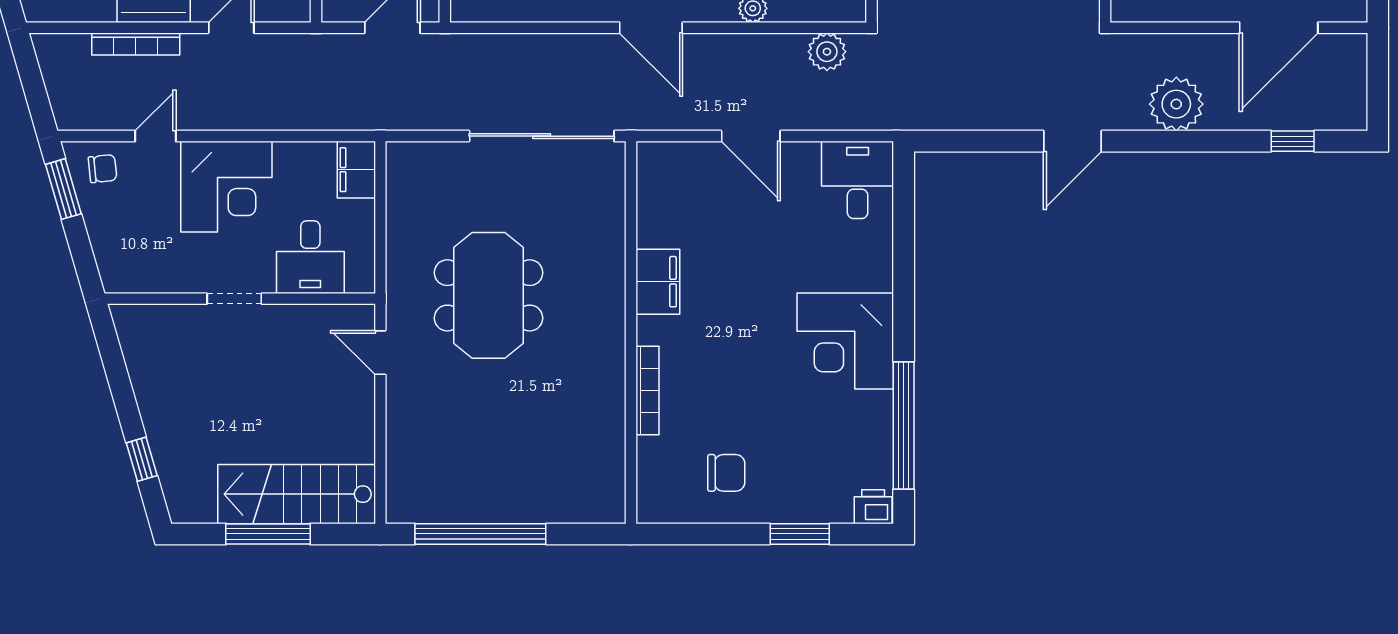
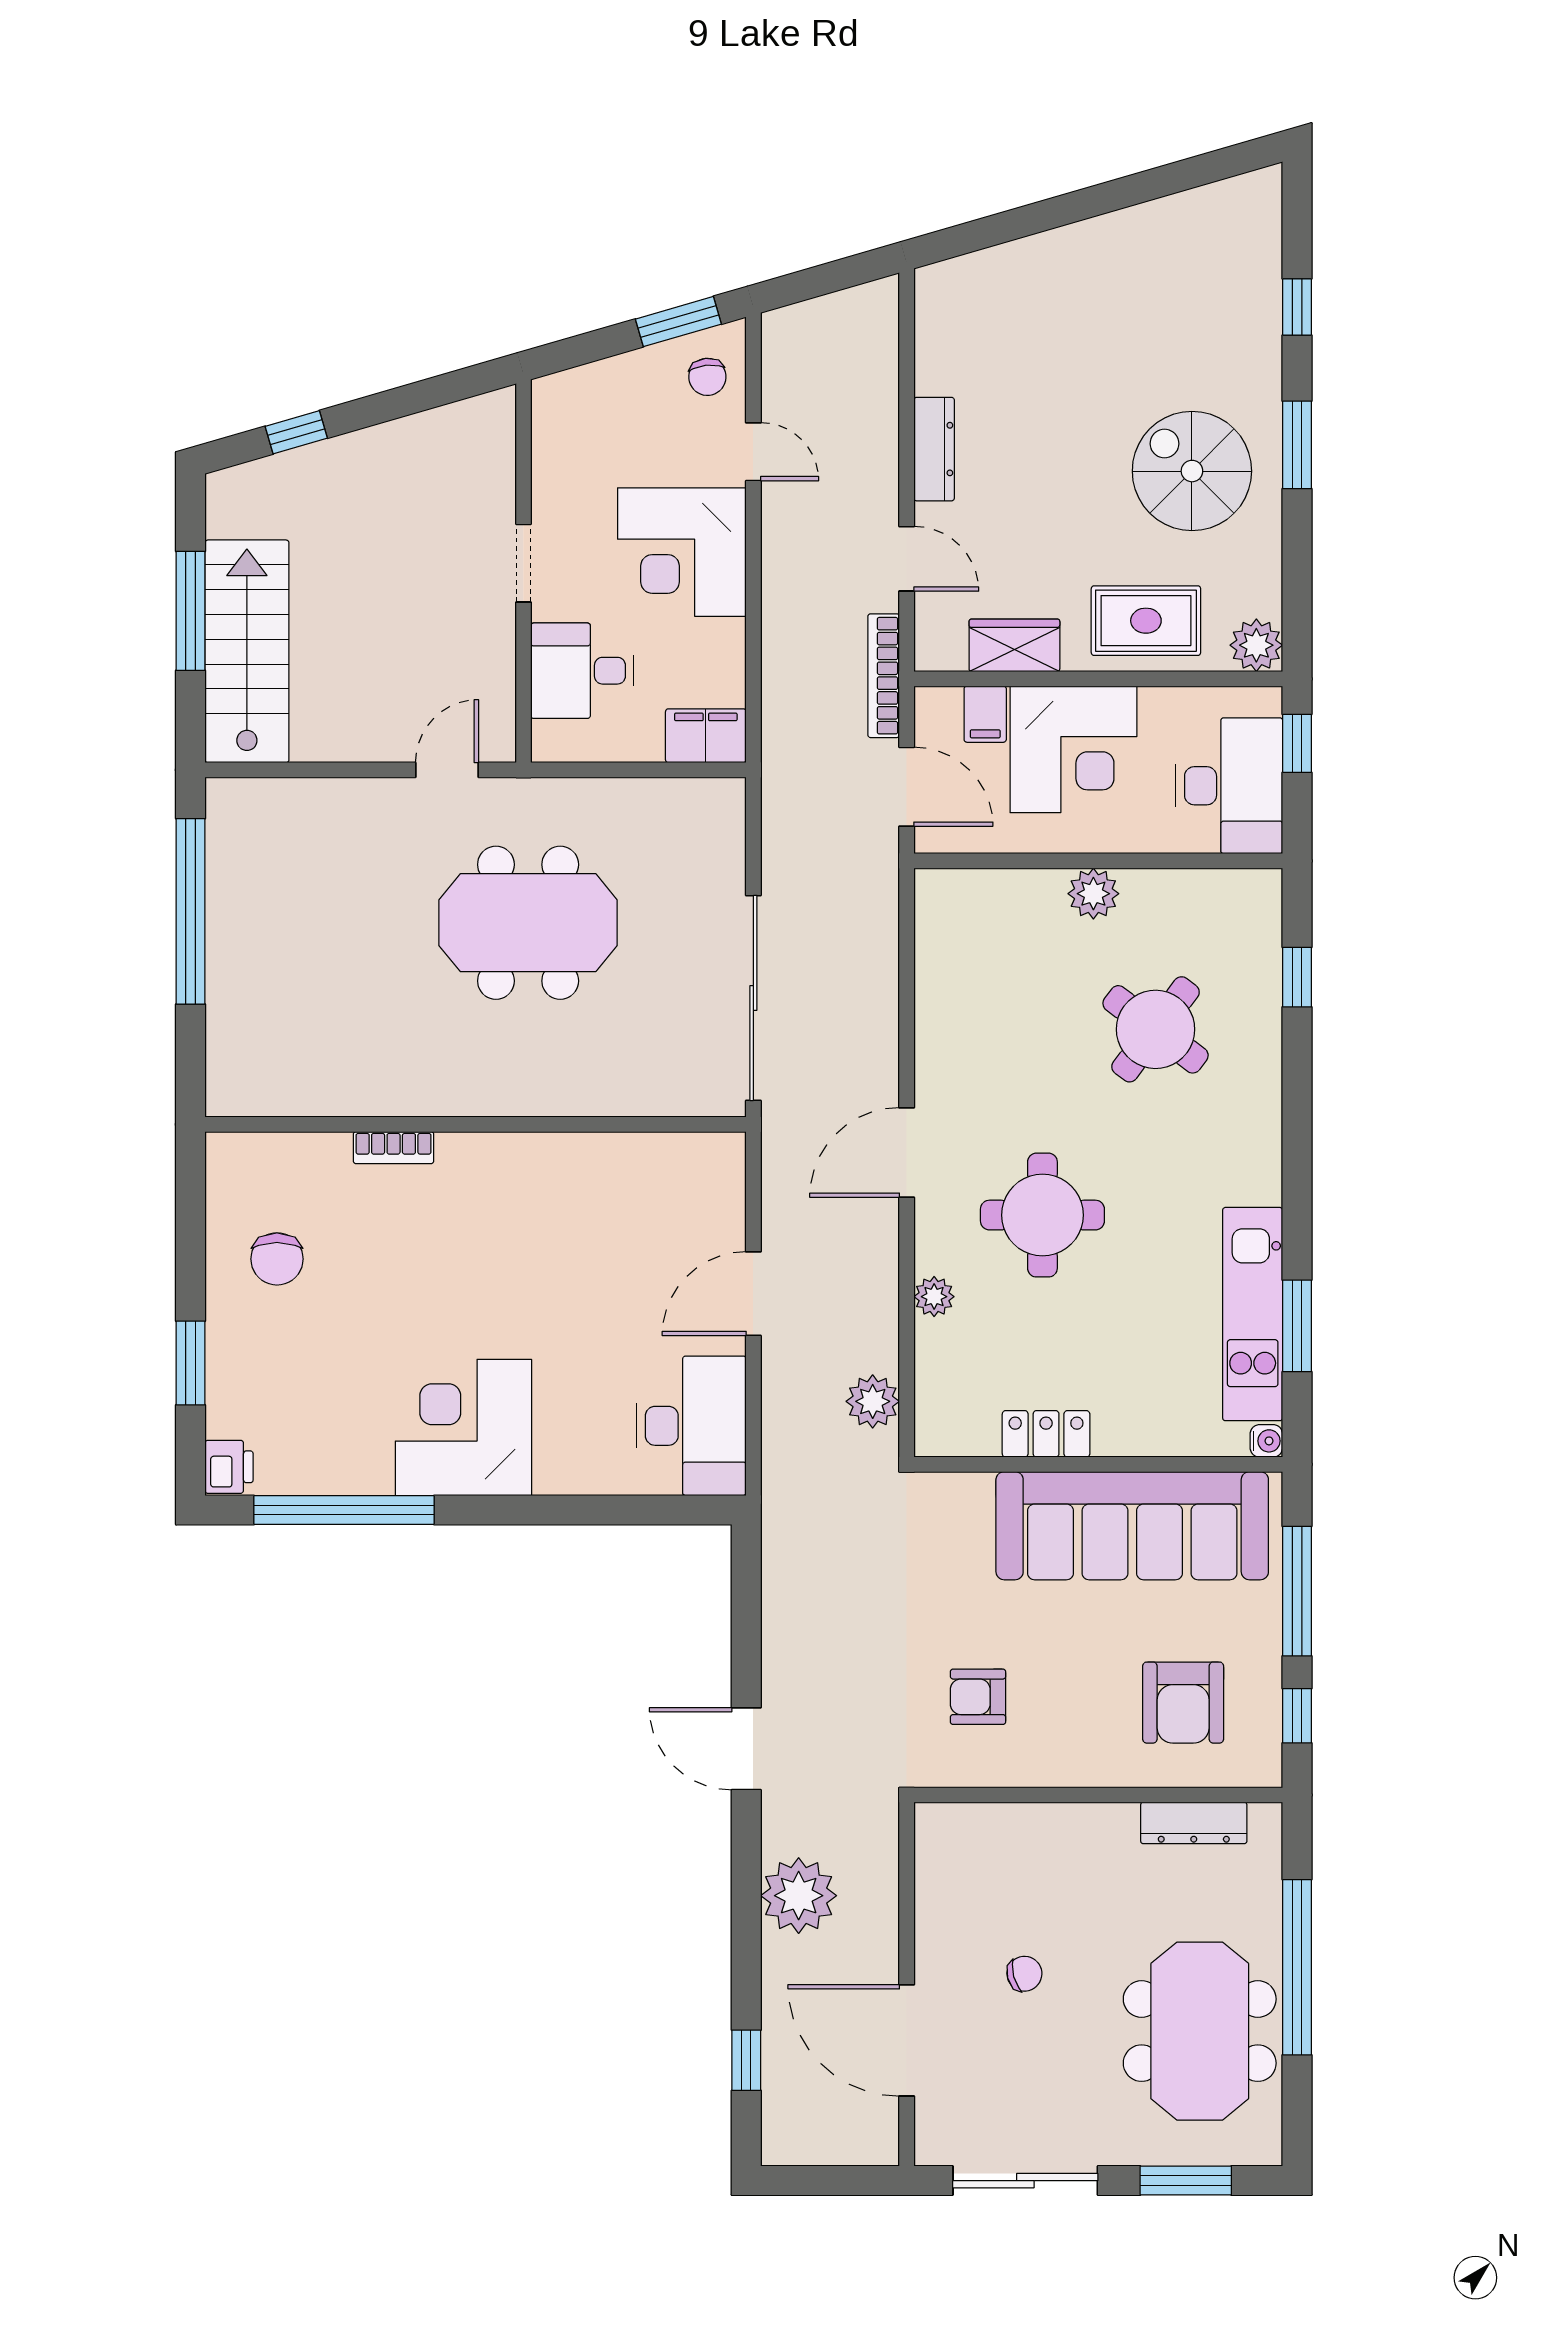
bookcase: (136, 44) -> (884, 676), moved
desk: (858, 180) -> (691, 1426), width x1.37
filing cabinet: (658, 282) -> (547, 1162), removed
bookcase: (647, 390) -> (394, 1148), width x0.64

